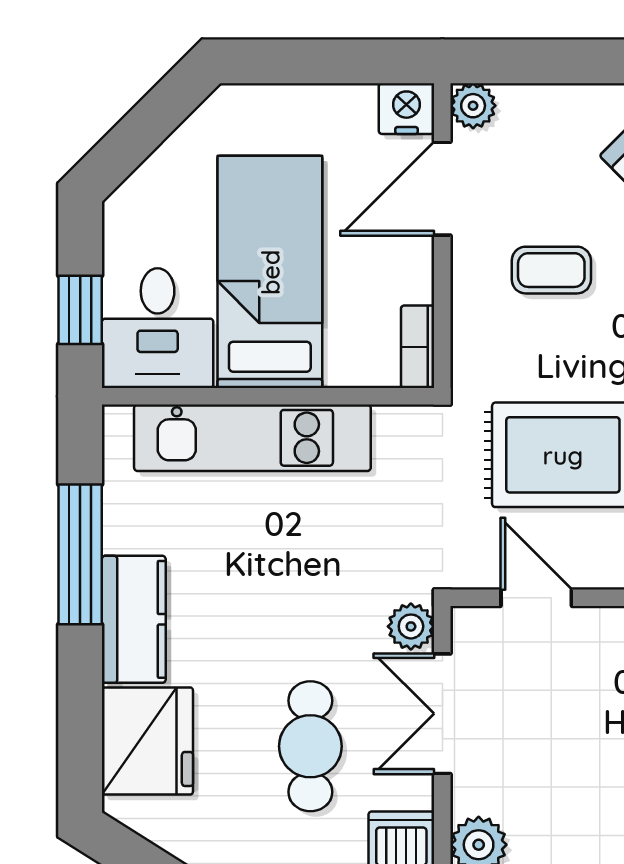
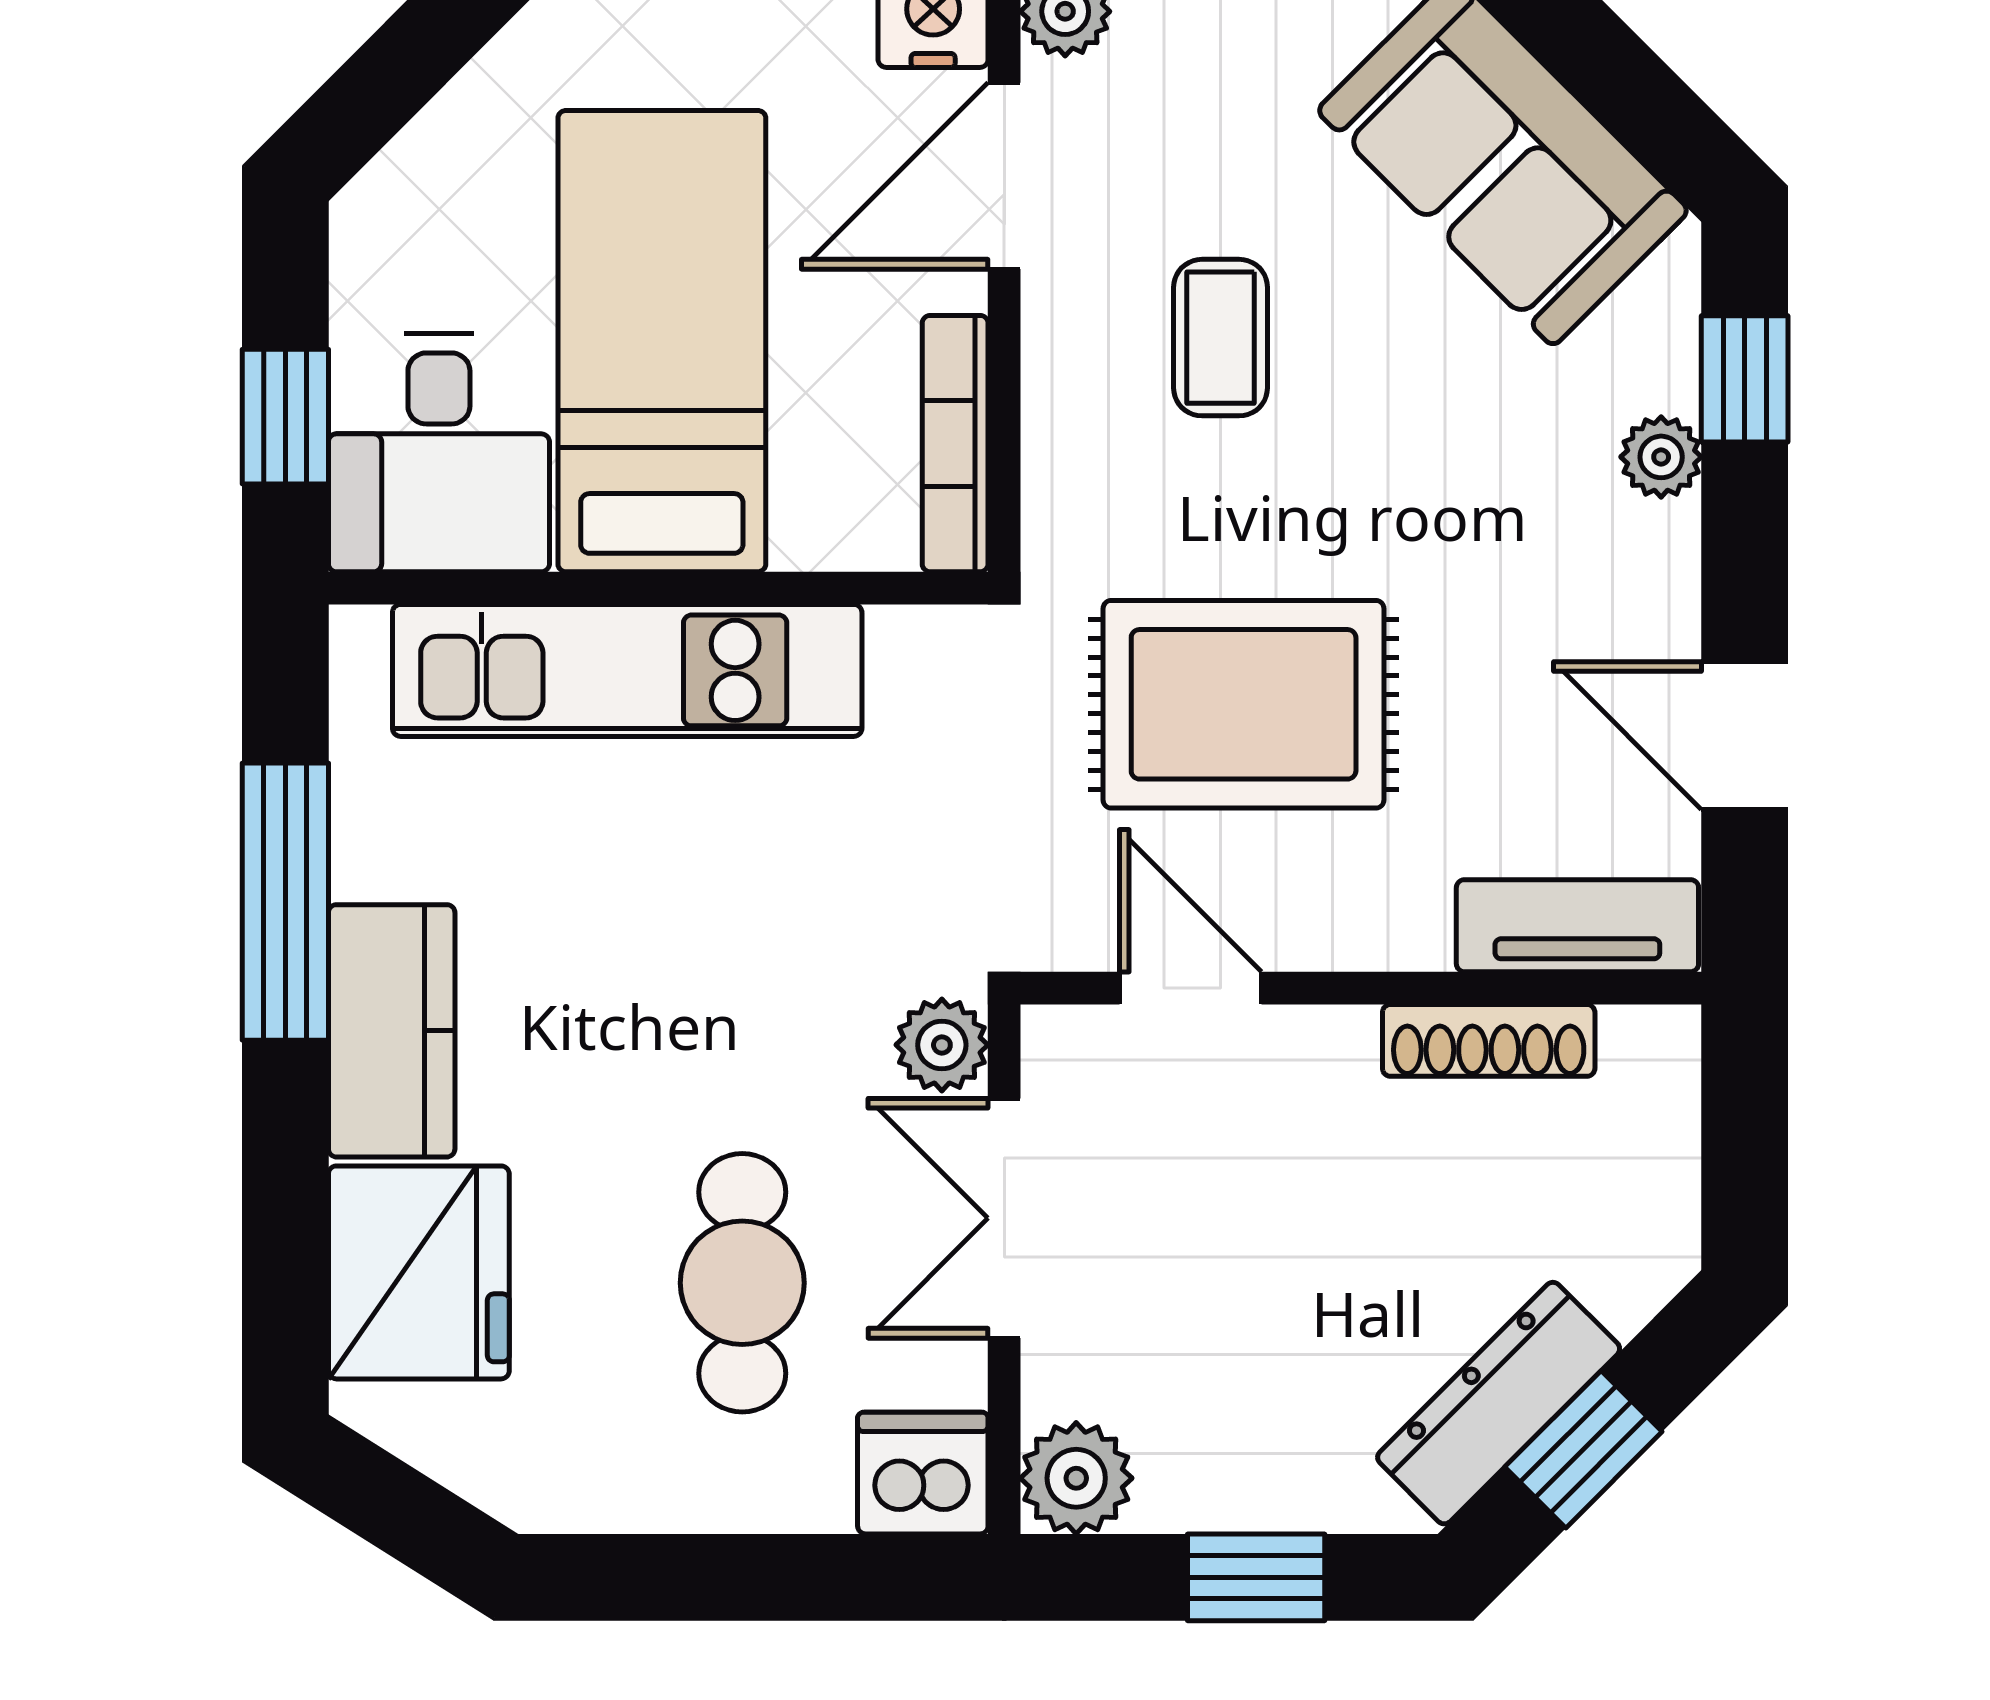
coffee table: (551, 270) -> (1221, 338), turned 90
bookcase: (418, 347) -> (955, 444), width x1.56

